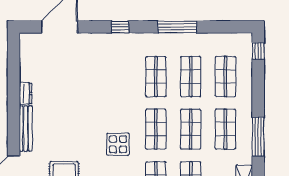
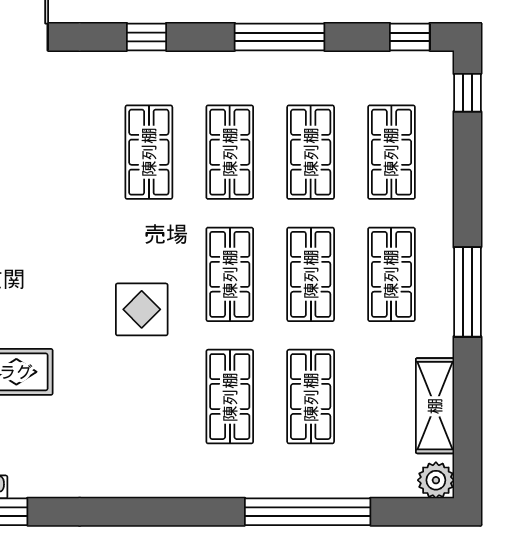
window: (233, 27) -> (410, 37), added
shop shelf: (121, 77) -> (149, 152), added

